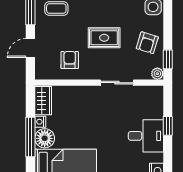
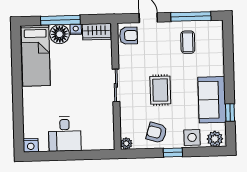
window: (168, 59) -> (173, 152), moved
armchair: (70, 60) -> (128, 36), moved
sliding door: (117, 83) -> (116, 85), moved
window: (168, 126) -> (75, 155), removed

